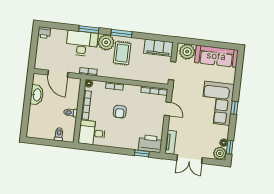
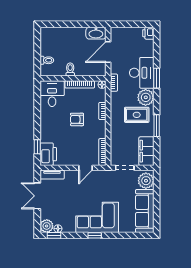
window: (122, 33) -> (157, 126), moved
washbasin: (37, 95) -> (96, 33), moved

